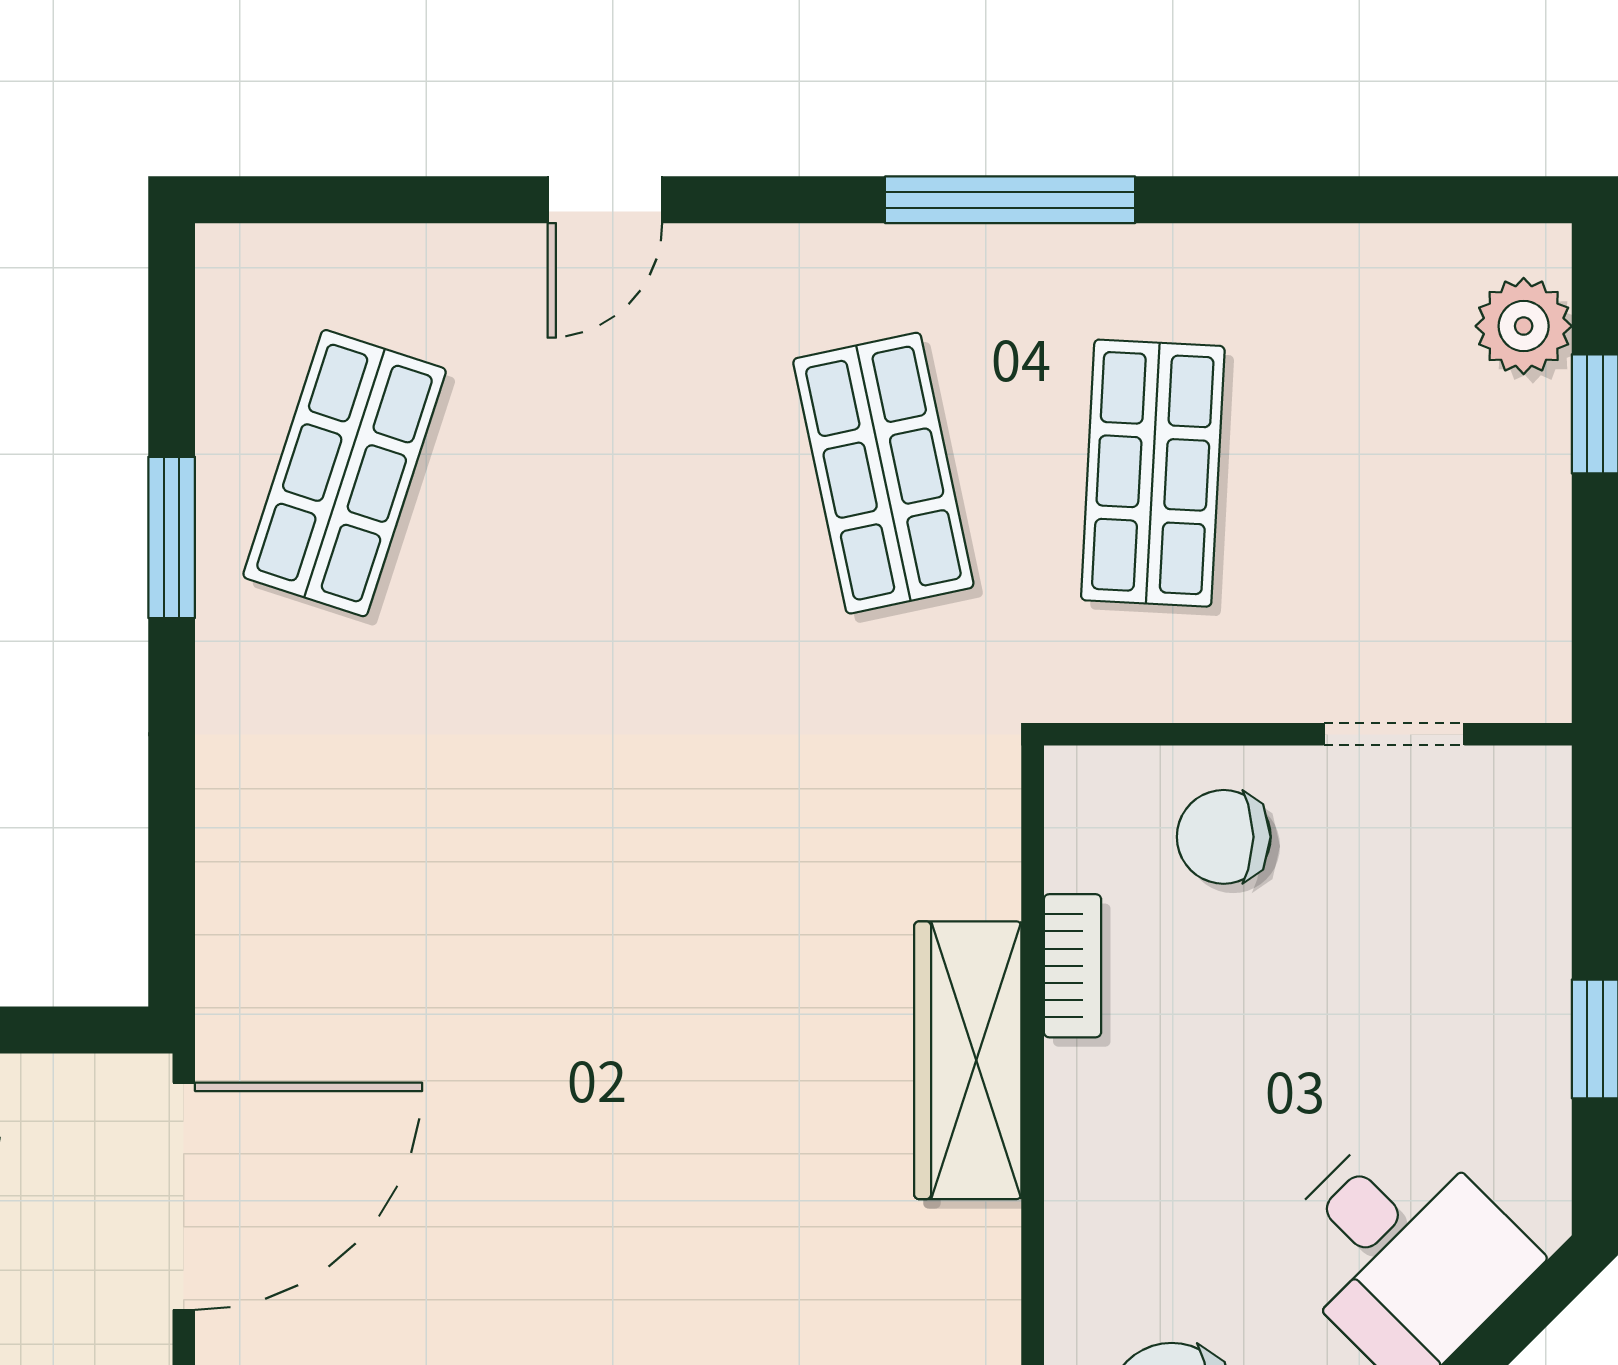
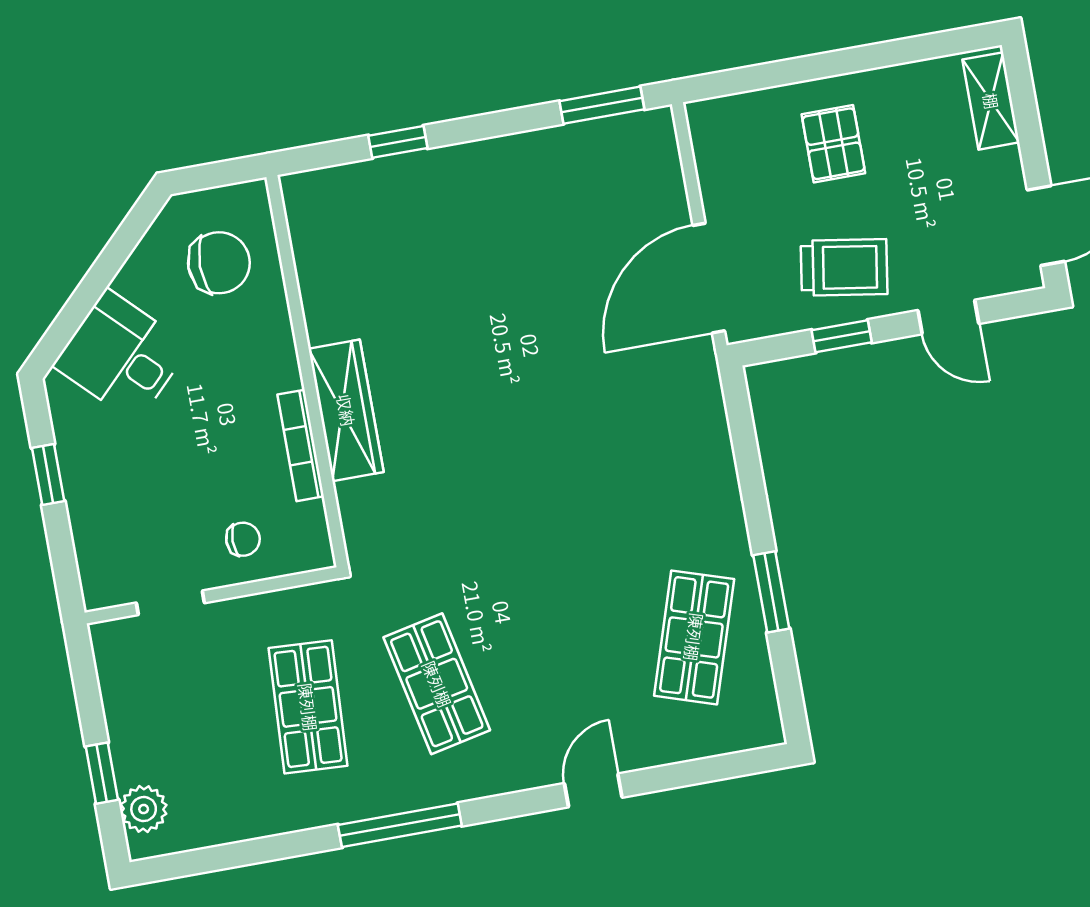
chair: (1224, 837) -> (243, 539), width x0.73, depth x0.73
bookcase: (1072, 966) -> (301, 445), width x1.56

